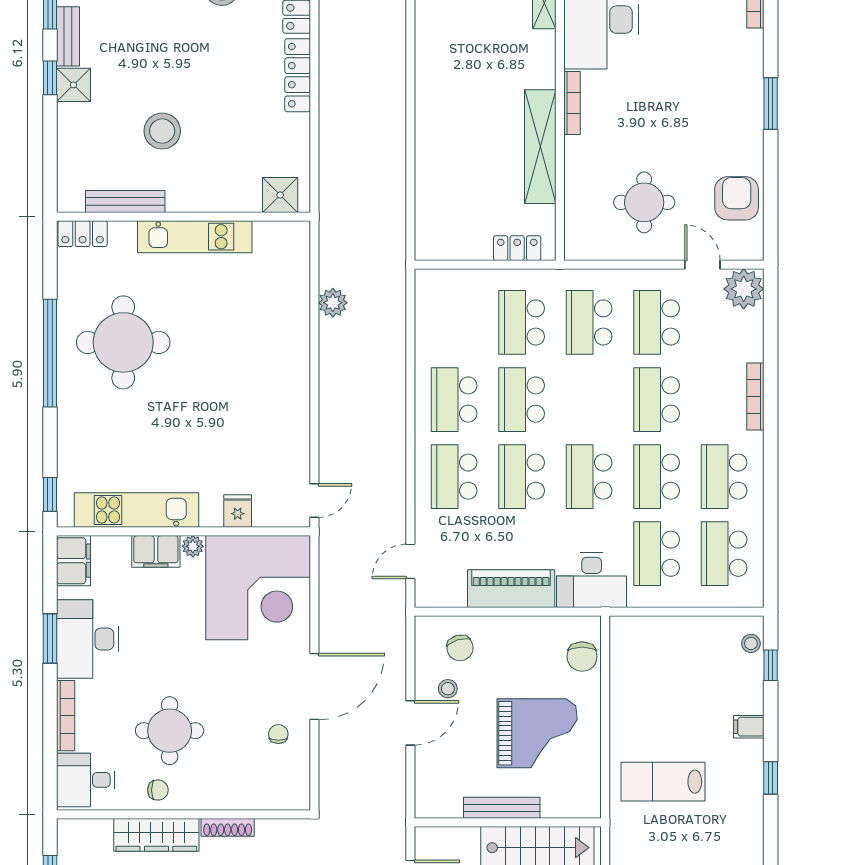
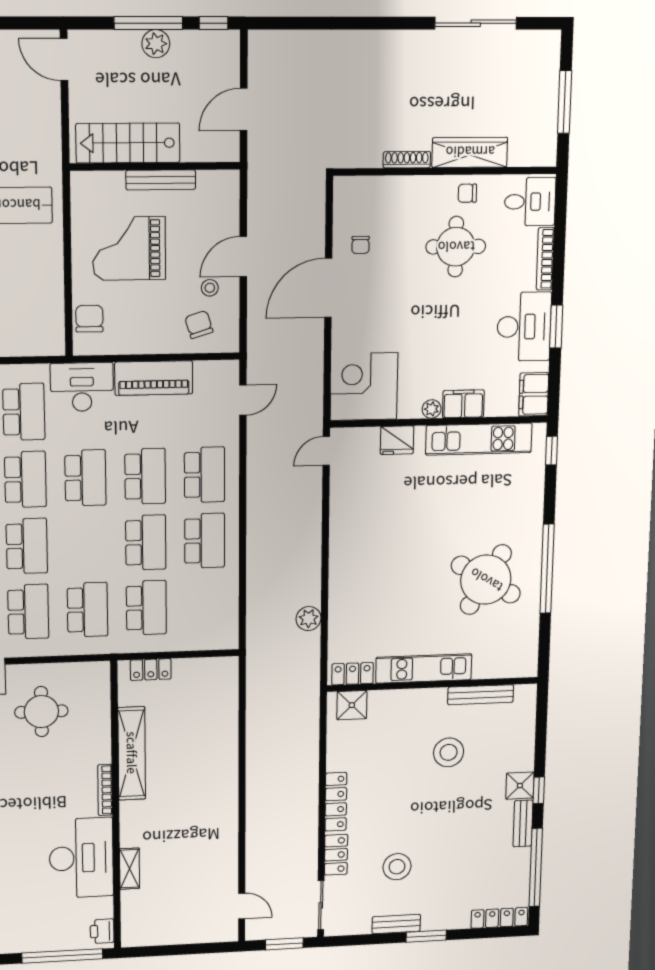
locker: (83, 234) -> (352, 674), moved
round table: (123, 342) -> (486, 580), turned 31
fridge: (238, 511) -> (397, 440), width x1.38
corner desk: (258, 588) -> (364, 387), width x0.74, depth x0.74

